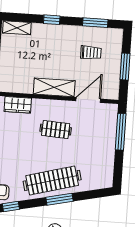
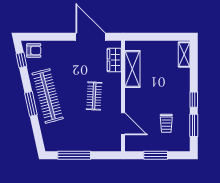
window: (52, 20) -> (194, 100), moved
shelving: (54, 87) -> (132, 69), moved
window: (121, 132) -> (74, 155), moved

